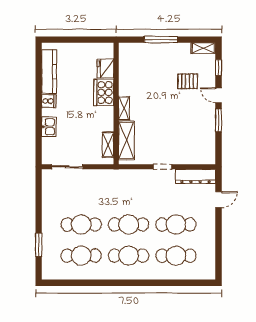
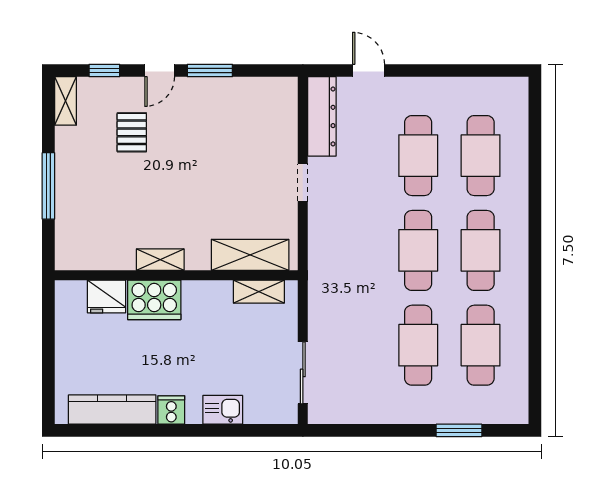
shelving: (124, 108) -> (160, 260), moved

